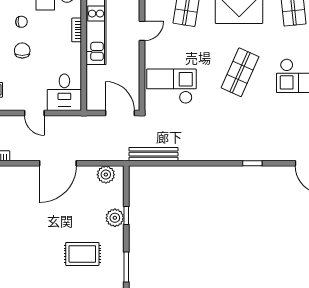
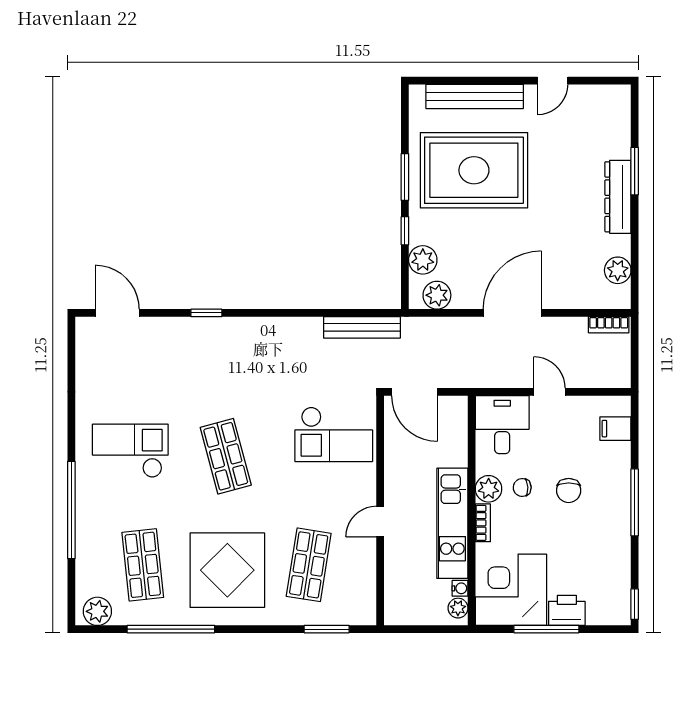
chair: (21, 22) -> (522, 488), moved
plant: (73, 52) -> (489, 489), added
shop shelf: (240, 72) -> (226, 456), turned -39
plant: (115, 218) -> (423, 260), moved
rug: (82, 254) -> (474, 170), width x1.86, depth x2.06
window: (126, 267) -> (405, 177), moved

